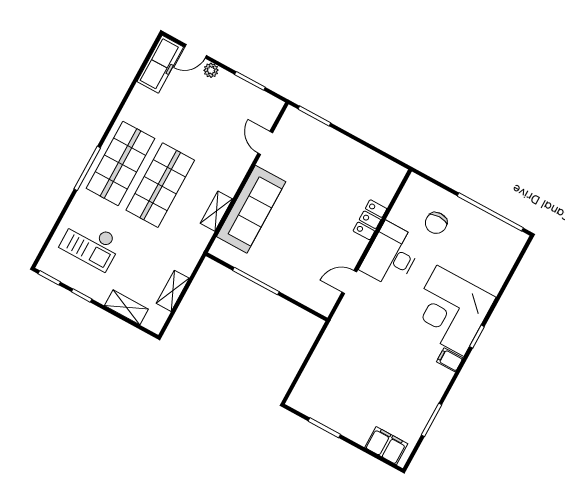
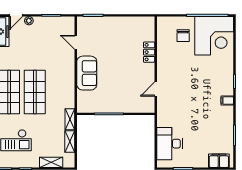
sofa: (251, 209) -> (87, 73), width x0.73
shelving: (216, 211) -> (70, 119), moved
desk: (391, 255) -> (170, 144), moved
corner desk: (450, 311) -> (214, 36), moved, turned -90

